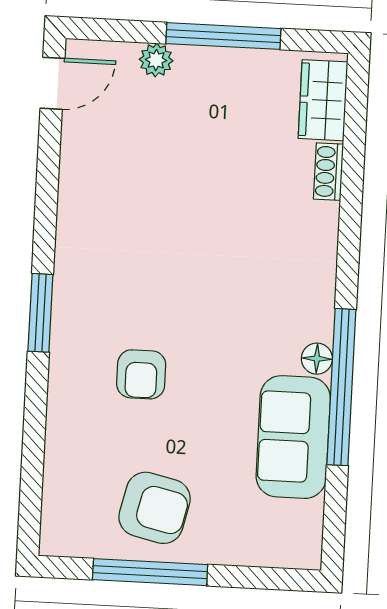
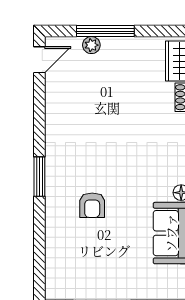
window: (223, 36) -> (105, 31), moved
armchair: (155, 508) -> (103, 273), removed

